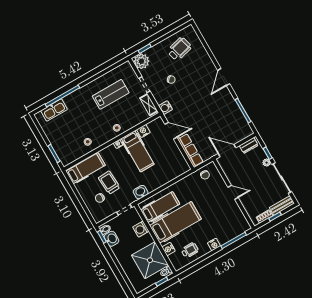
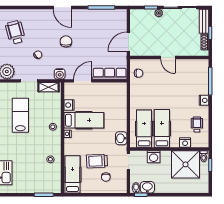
chair: (196, 97) -> (66, 41), added
dresser: (249, 145) -> (135, 20), removed
door: (233, 192) -> (168, 57), swing flipped
hospital bed: (175, 222) -> (162, 128), width x0.73, depth x0.78

